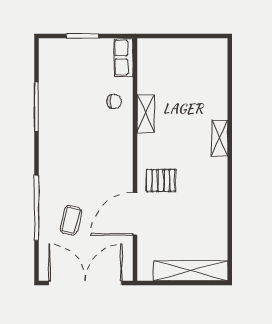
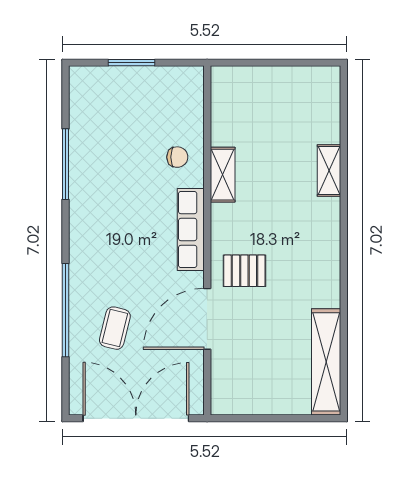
row of seats: (124, 57) -> (191, 230), moved, width x1.48
shelving: (220, 138) -> (329, 170), moved
shelving: (191, 271) -> (326, 362), moved, turned 90

